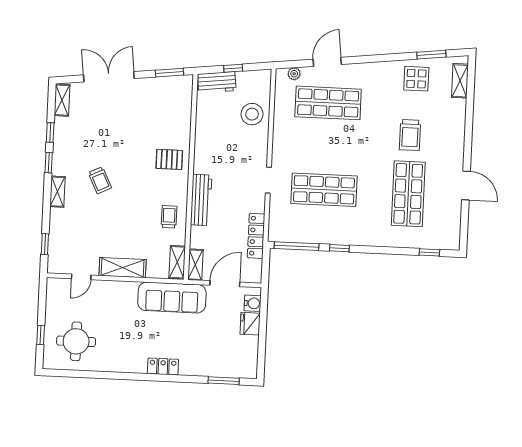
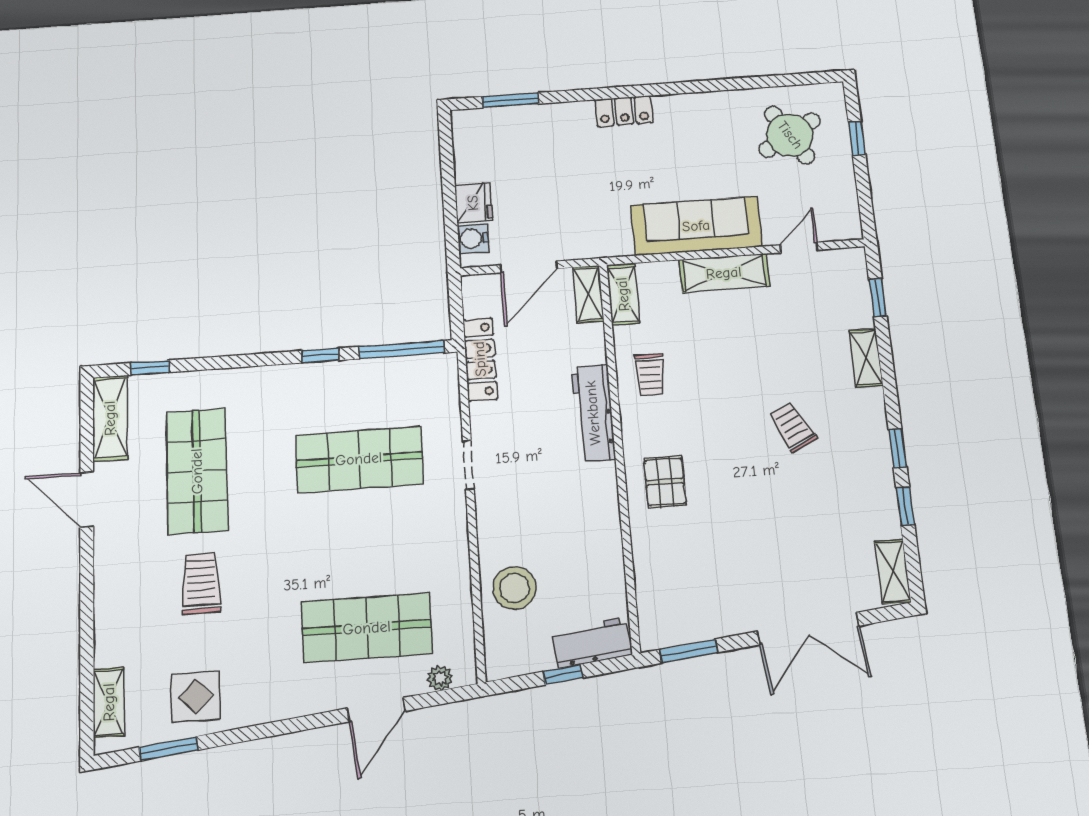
pallet: (169, 159) -> (665, 482), turned 90
shelving: (58, 192) -> (866, 358), moved
shelving: (452, 227) -> (110, 418), added
sofa: (172, 298) -> (696, 226), moved
round table: (76, 341) -> (790, 135), turned -30

